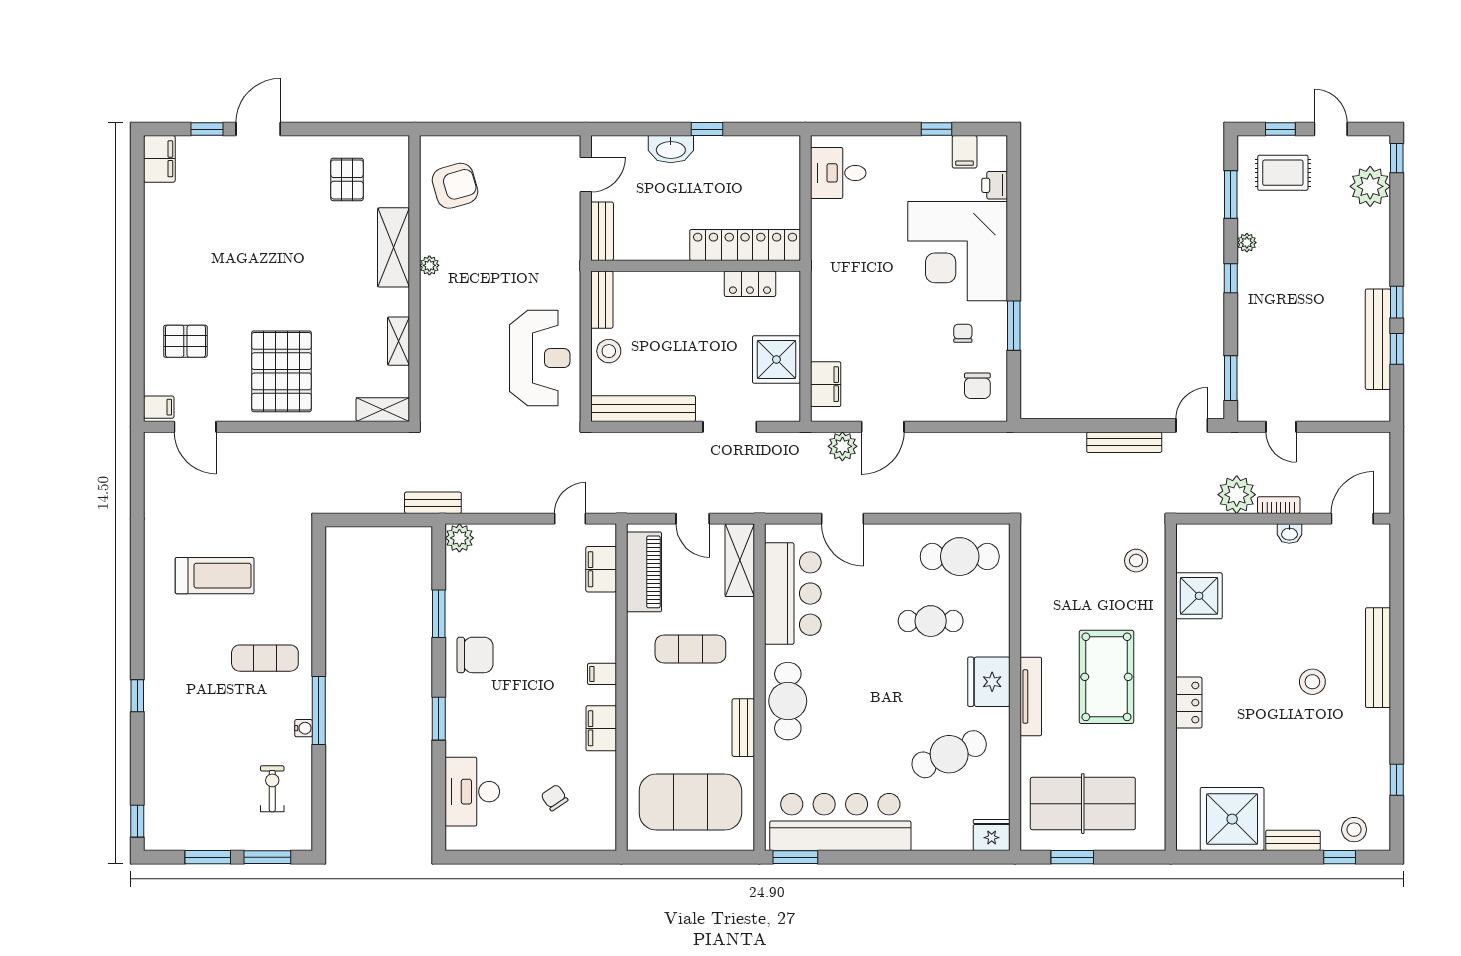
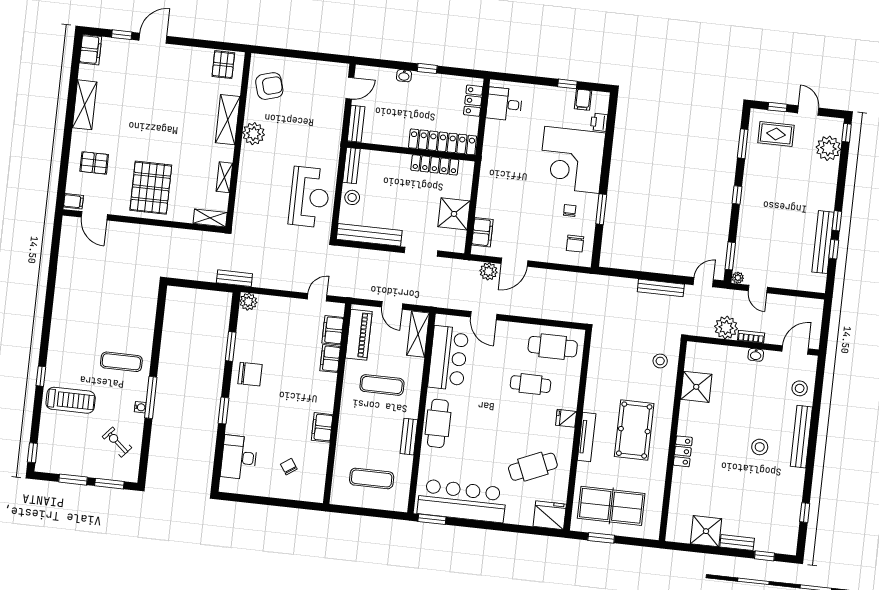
washbasin: (671, 149) -> (404, 76), width x0.52, depth x0.69
locker: (787, 173) -> (473, 101), added
pallet: (347, 179) -> (223, 65), moved
plant: (1247, 243) -> (738, 278), moved
shelving: (160, 249) -> (85, 105), added
plant: (429, 265) -> (254, 134), width x1.88, depth x1.88
locker: (750, 284) -> (435, 165), width x1.53
treadmill: (215, 576) -> (71, 400), moved
filing cabinet: (602, 674) -> (330, 359), moved, width x2.00
fridge: (989, 682) -> (566, 418), width x0.53, depth x0.75
exercise bike: (272, 789) -> (117, 442), turned -49
exercise mat: (690, 802) -> (372, 478), width x0.50, depth x0.69
shower: (1232, 819) -> (706, 531), width x0.73, depth x0.73
stool: (1354, 830) -> (800, 388), moved
fridge: (992, 835) -> (550, 515), width x1.36, depth x1.34

